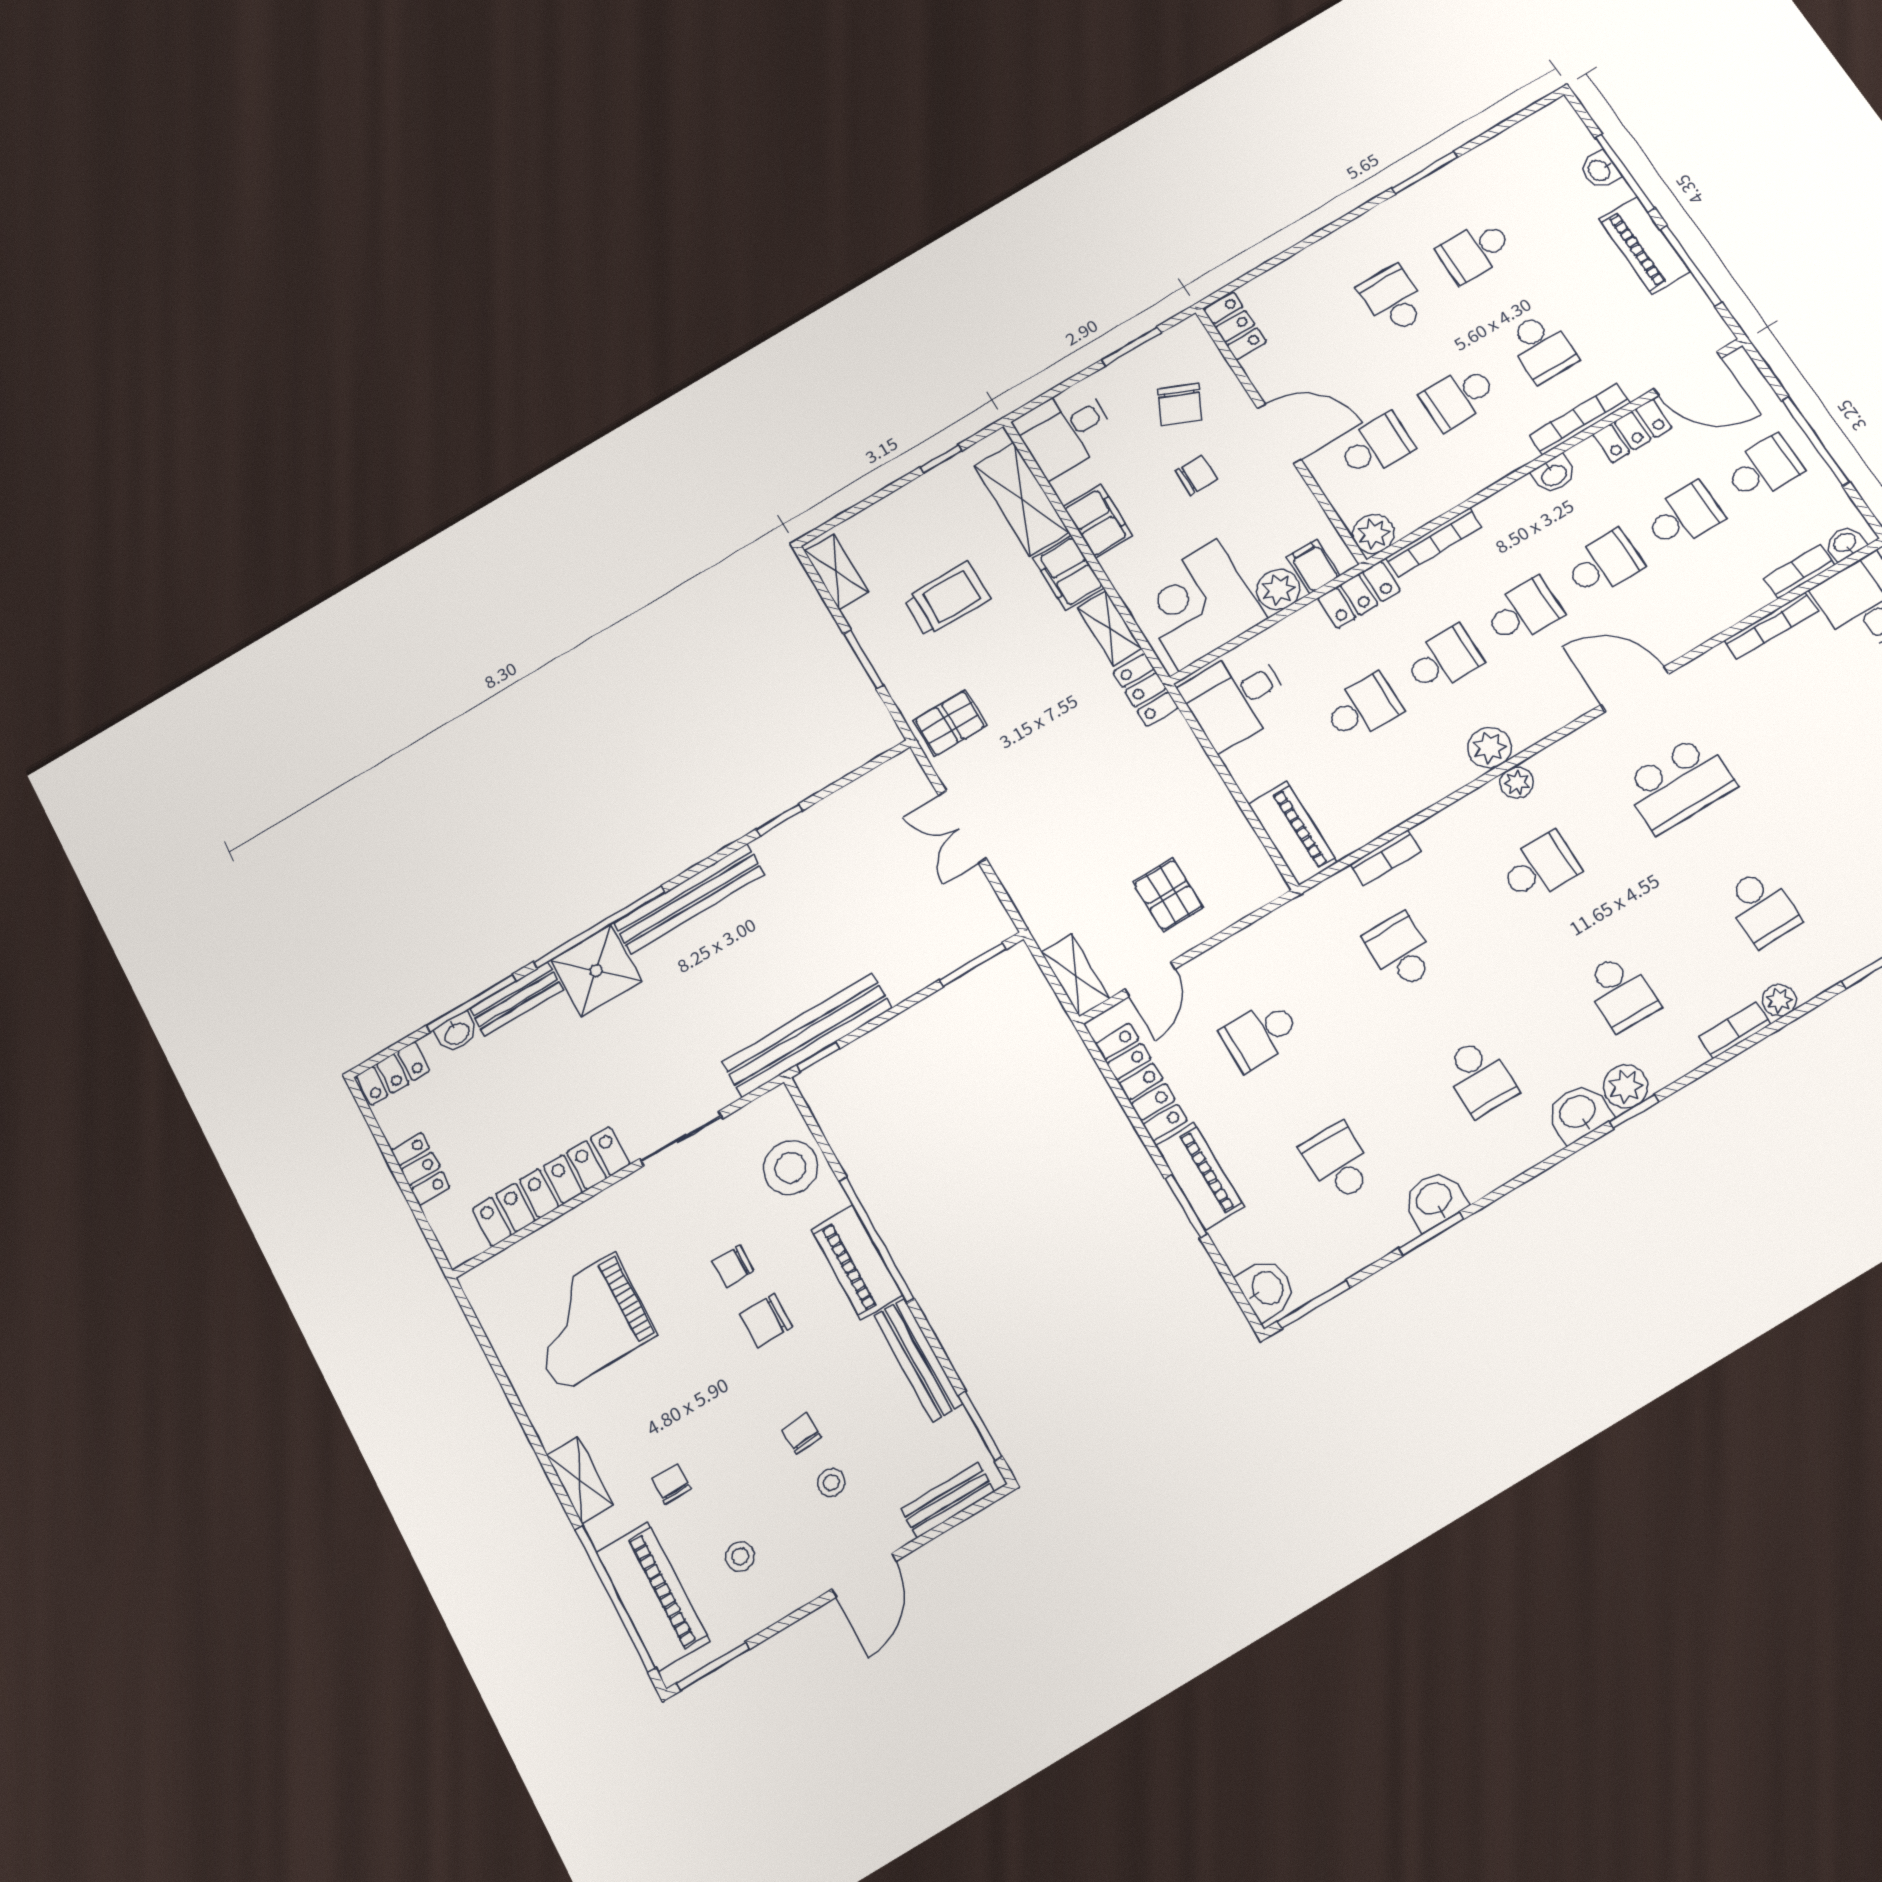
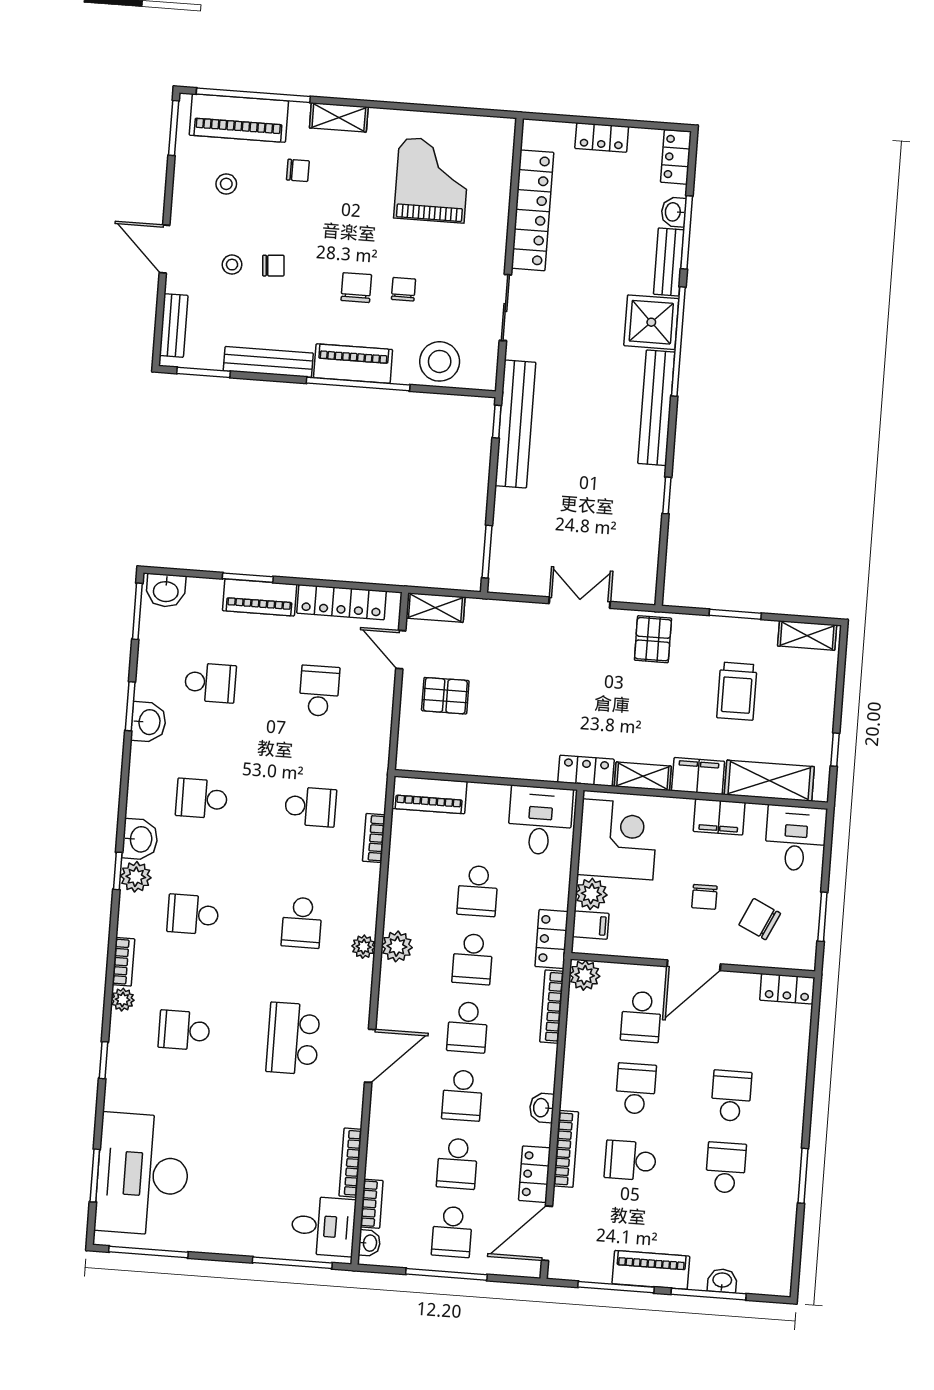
school desk: (1393, 300) -> (731, 1096), turned -90

